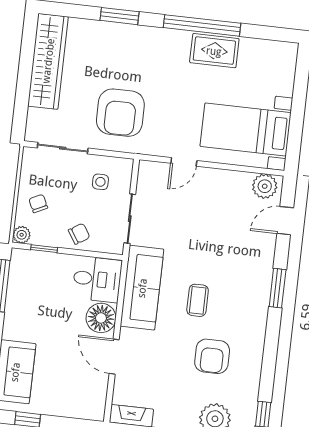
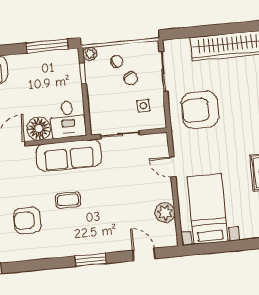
plant: (265, 186) -> (165, 213), moved
chair: (79, 234) -> (131, 78), moved

